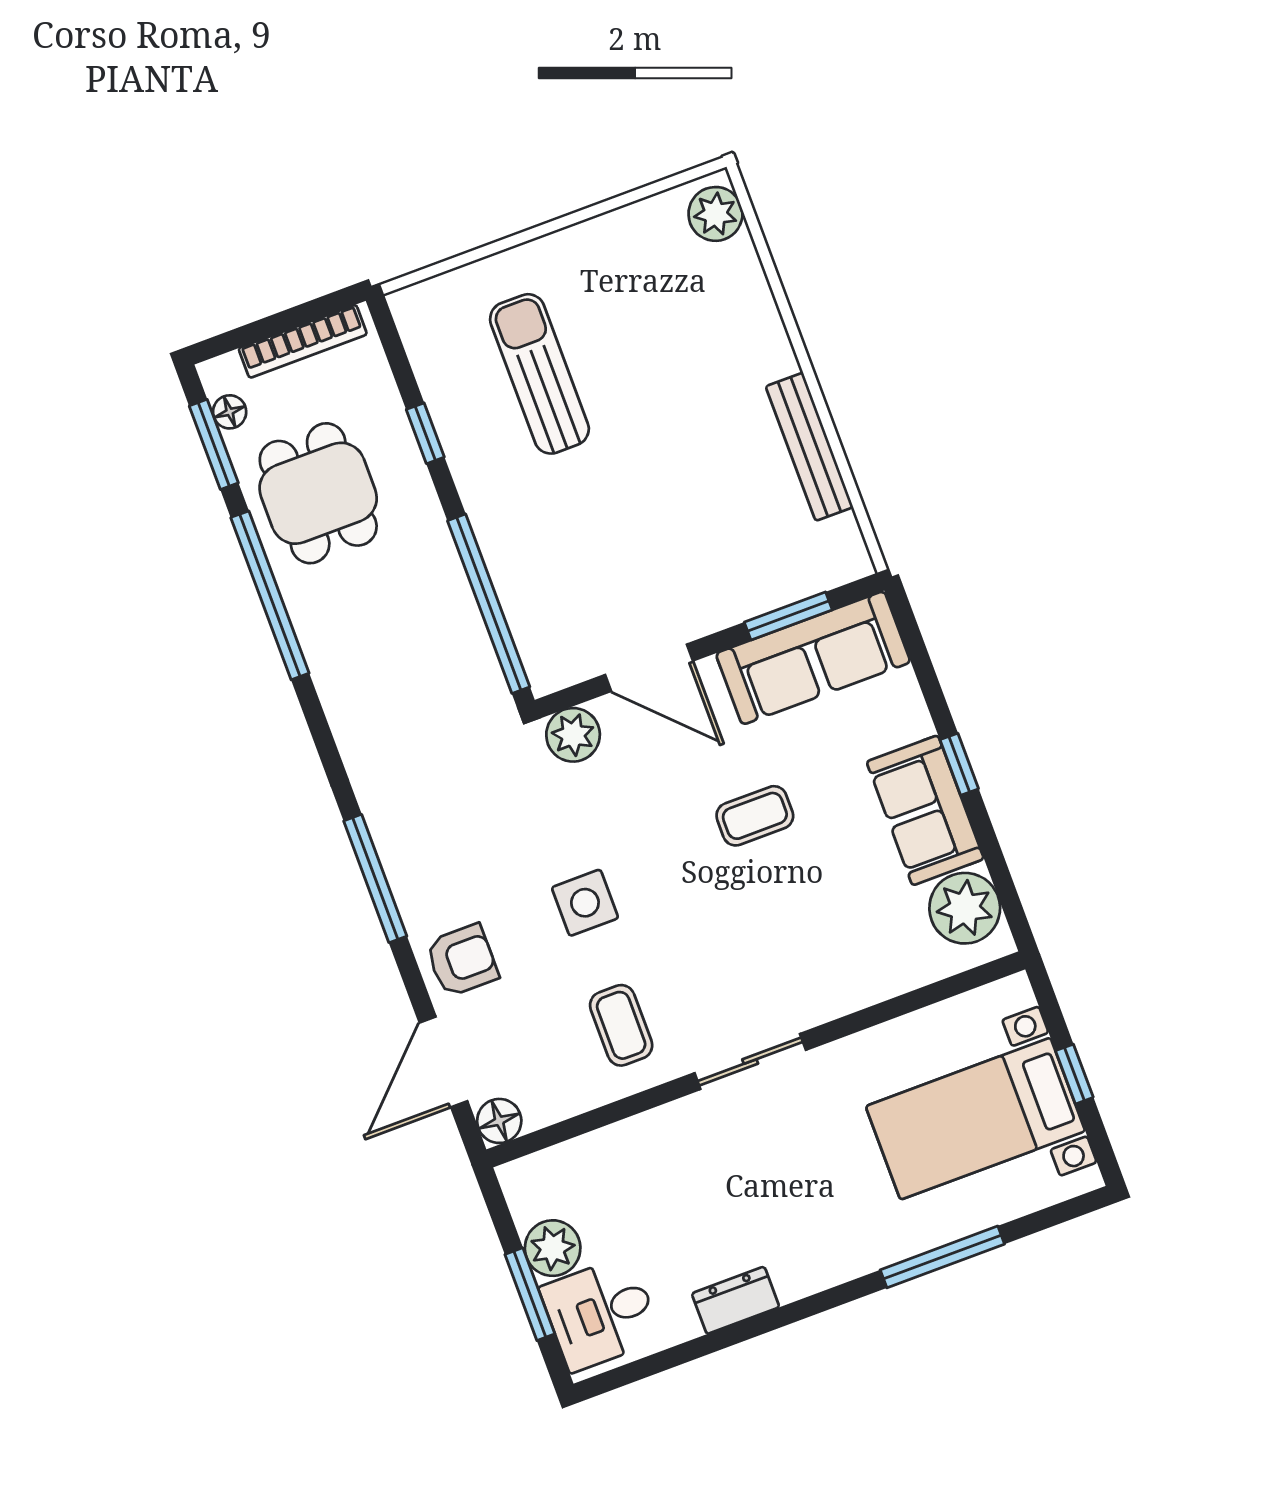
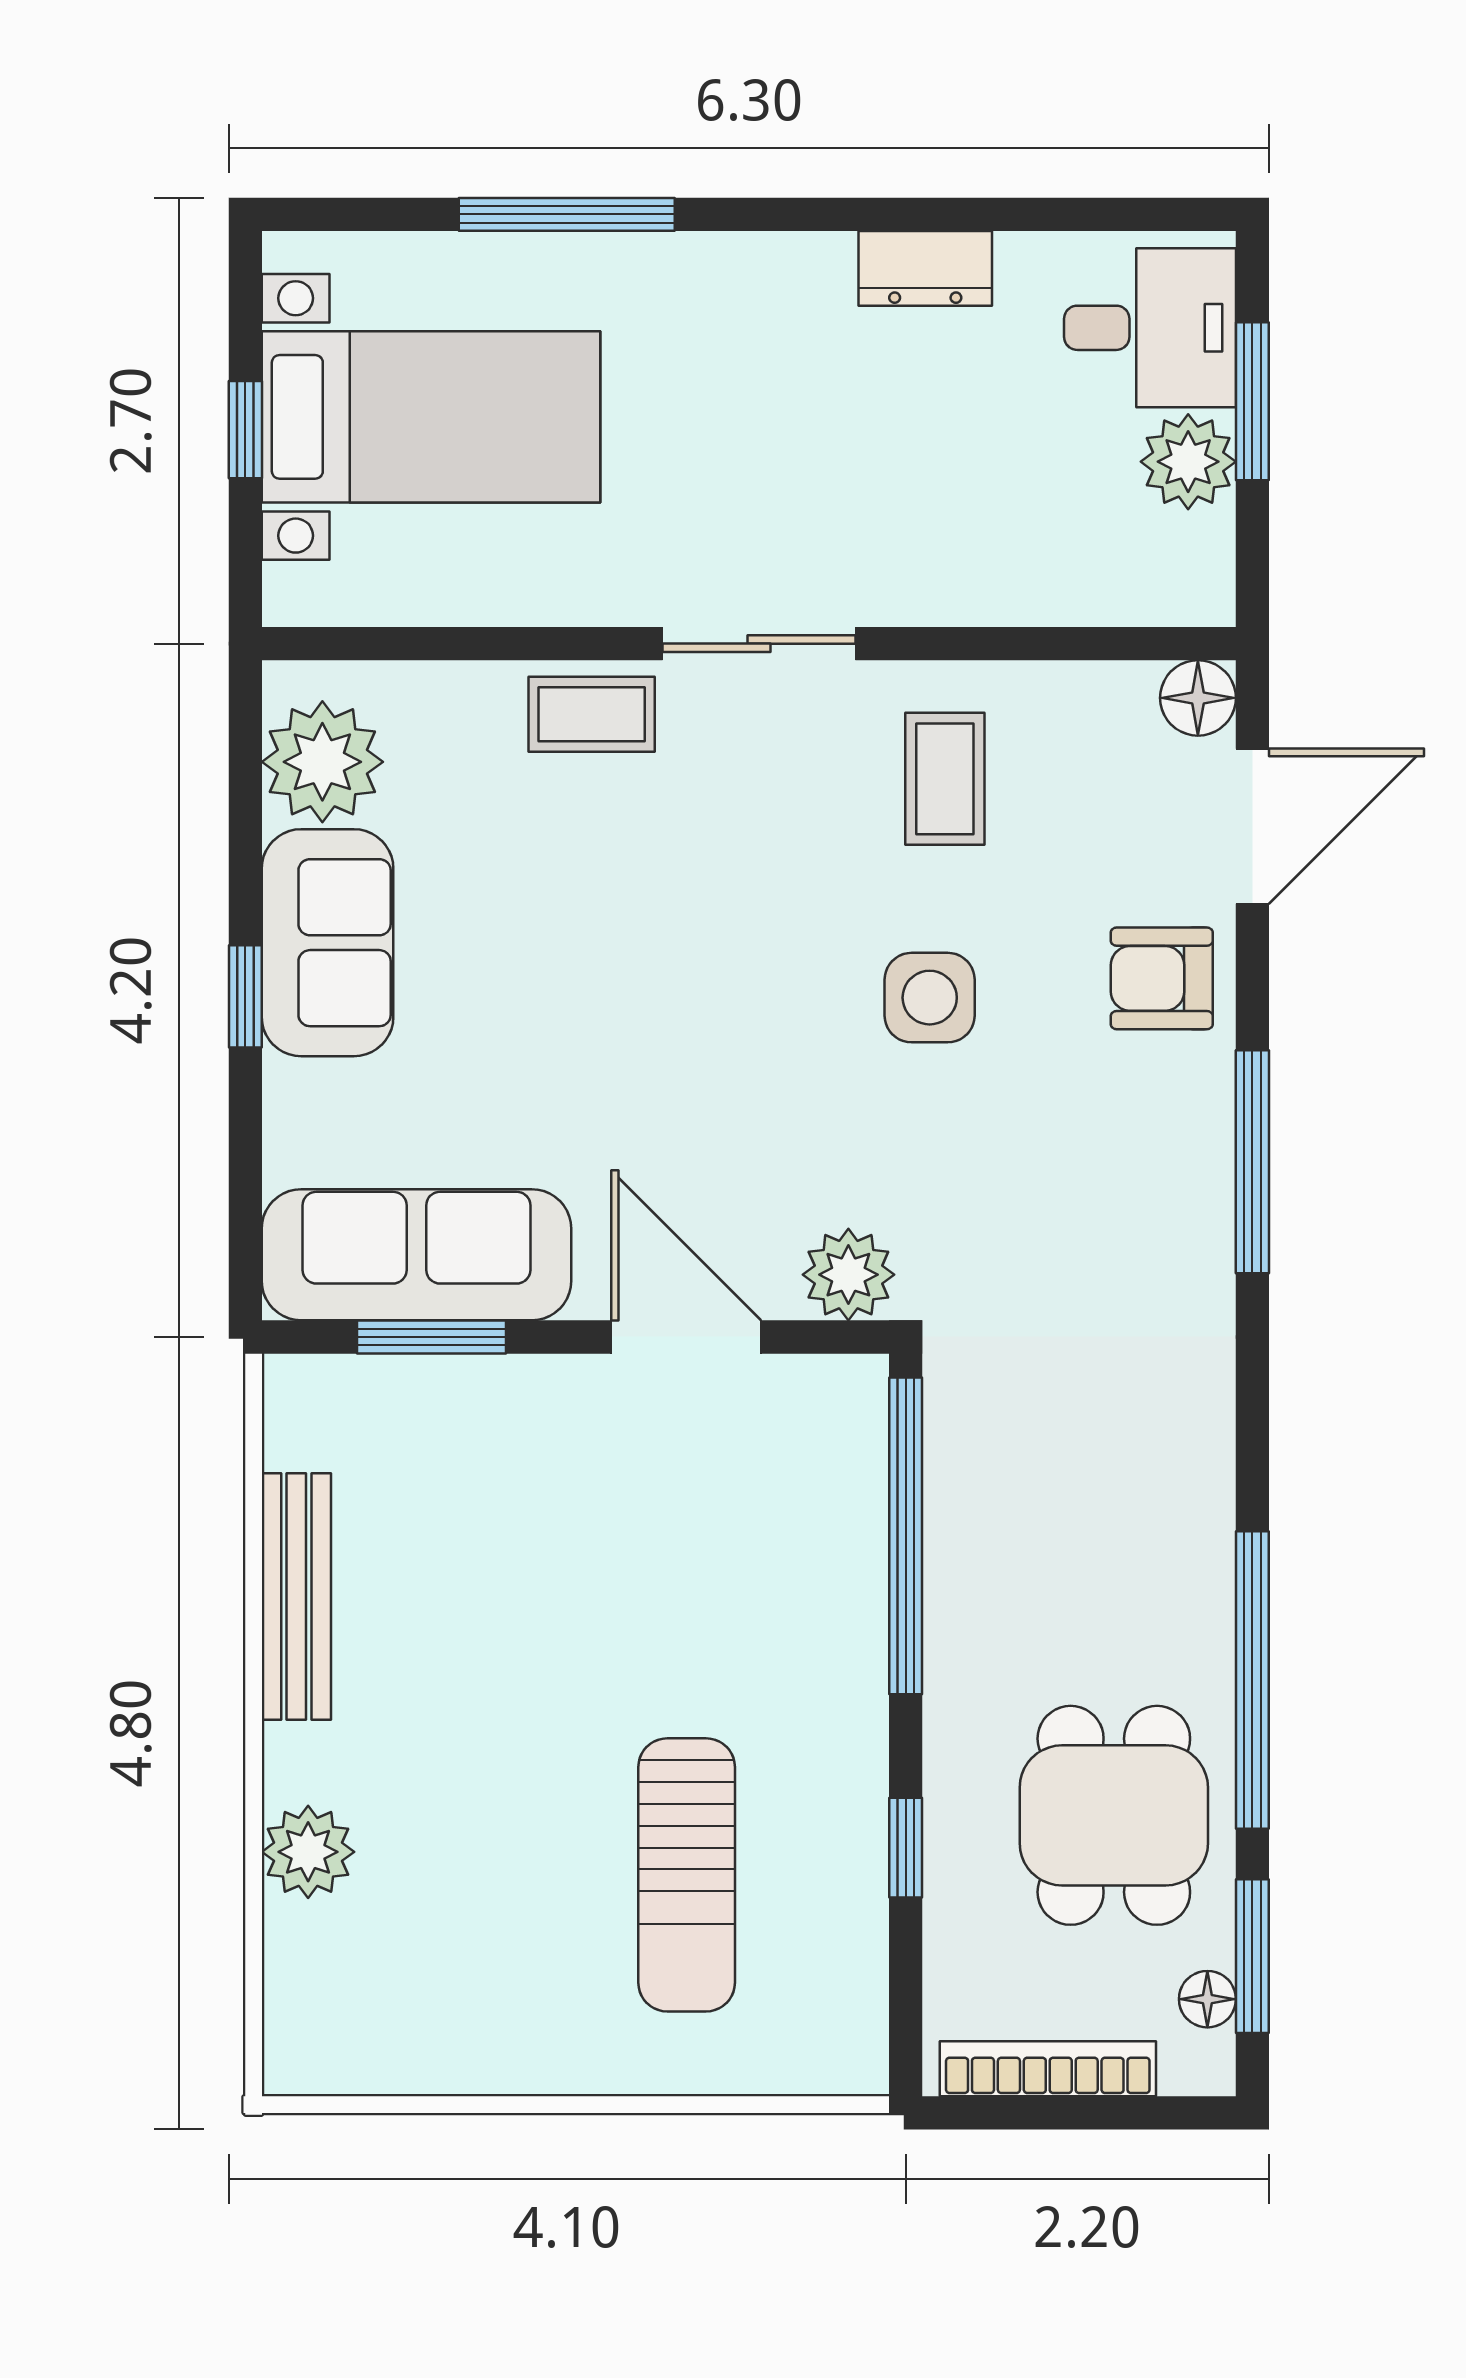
plant: (715, 214) -> (308, 1852), moved
coffee table: (755, 816) -> (592, 714), moved

